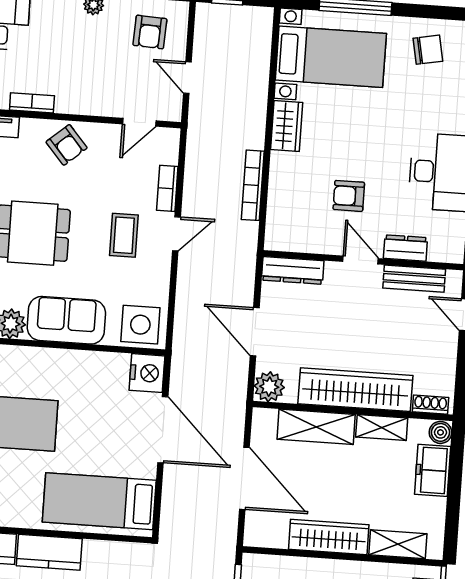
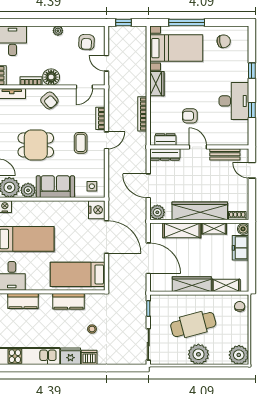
floor lamp: (73, 98) -> (51, 77), added
dresser: (405, 248) -> (165, 139), moved
side table: (140, 325) -> (92, 186), width x0.54, depth x0.54
kitchen counter: (49, 552) -> (69, 301), moved

